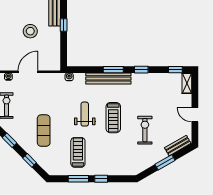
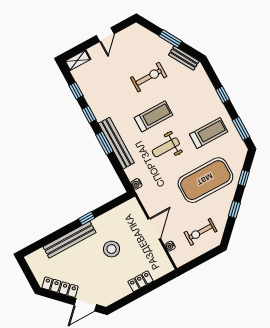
window: (175, 70) -> (76, 91), moved
door: (28, 72) -> (154, 229), swing flipped
exercise bike: (145, 130) -> (149, 77), turned 180
exercise mat: (44, 131) -> (205, 180), width x2.00, depth x1.45
bench: (178, 146) -> (184, 58), moved
treadmill: (78, 152) -> (209, 133), turned 180
window: (78, 179) -> (241, 128), moved

